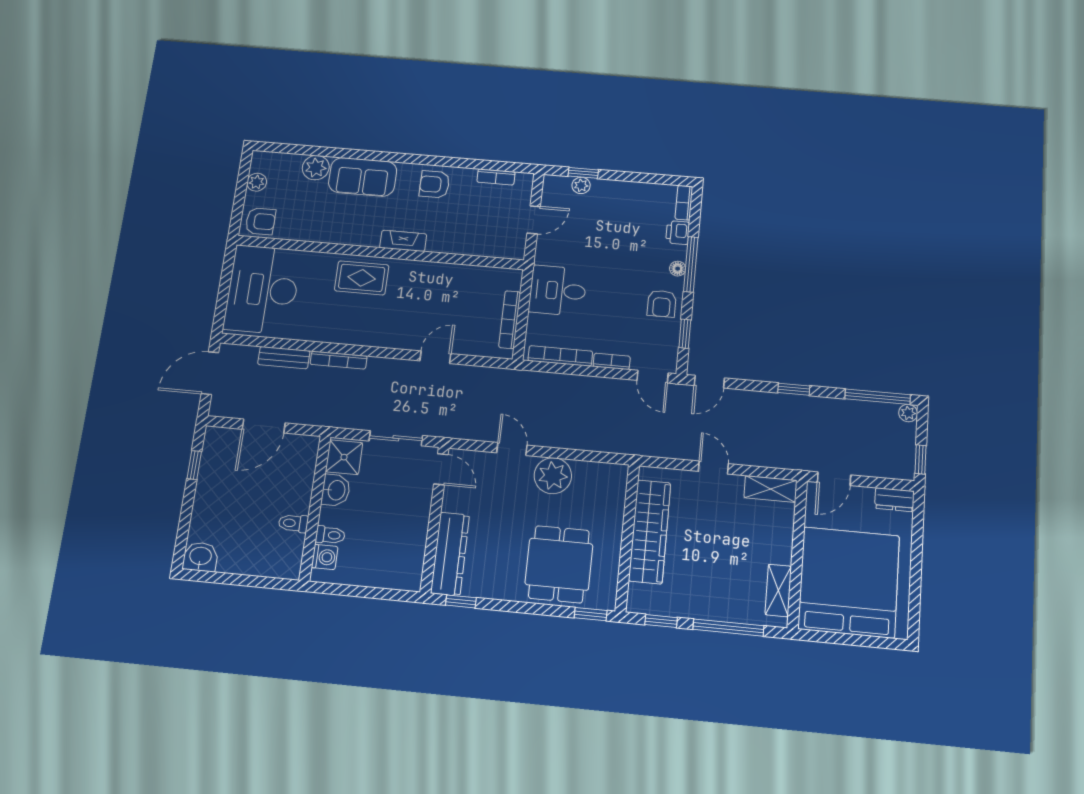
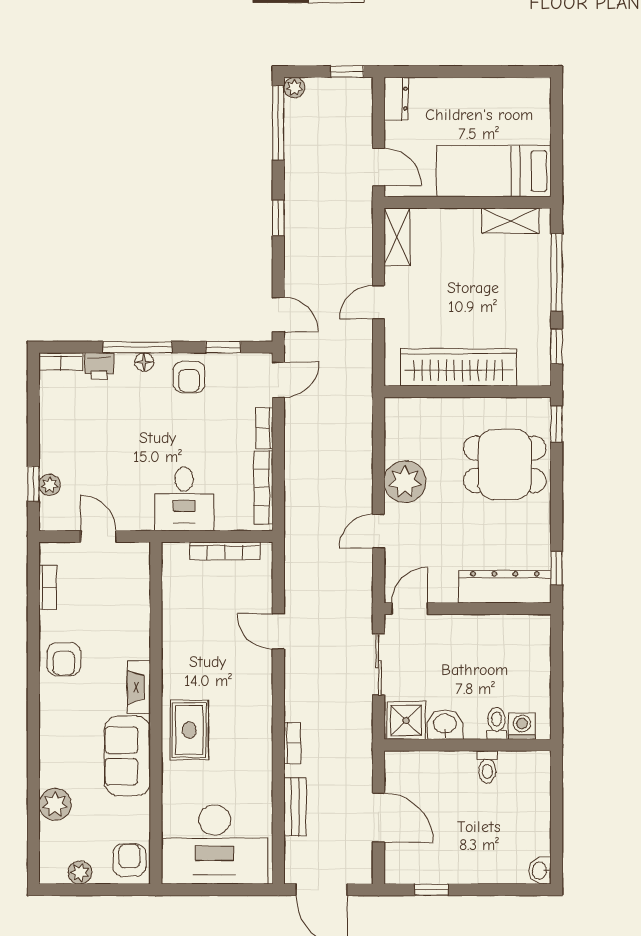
sofa: (363, 177) -> (127, 756), moved, turned 180
armchair: (662, 304) -> (189, 377), turned 90
bookcase: (339, 360) -> (292, 743), width x0.64
washbasin: (200, 557) -> (540, 871), width x0.72, depth x0.69
bed: (849, 582) -> (494, 171), width x0.49

